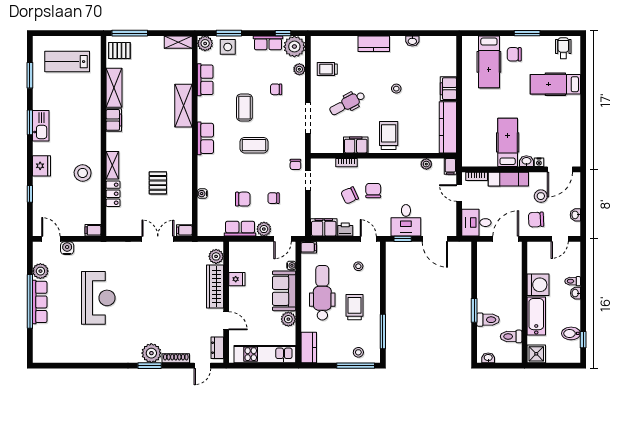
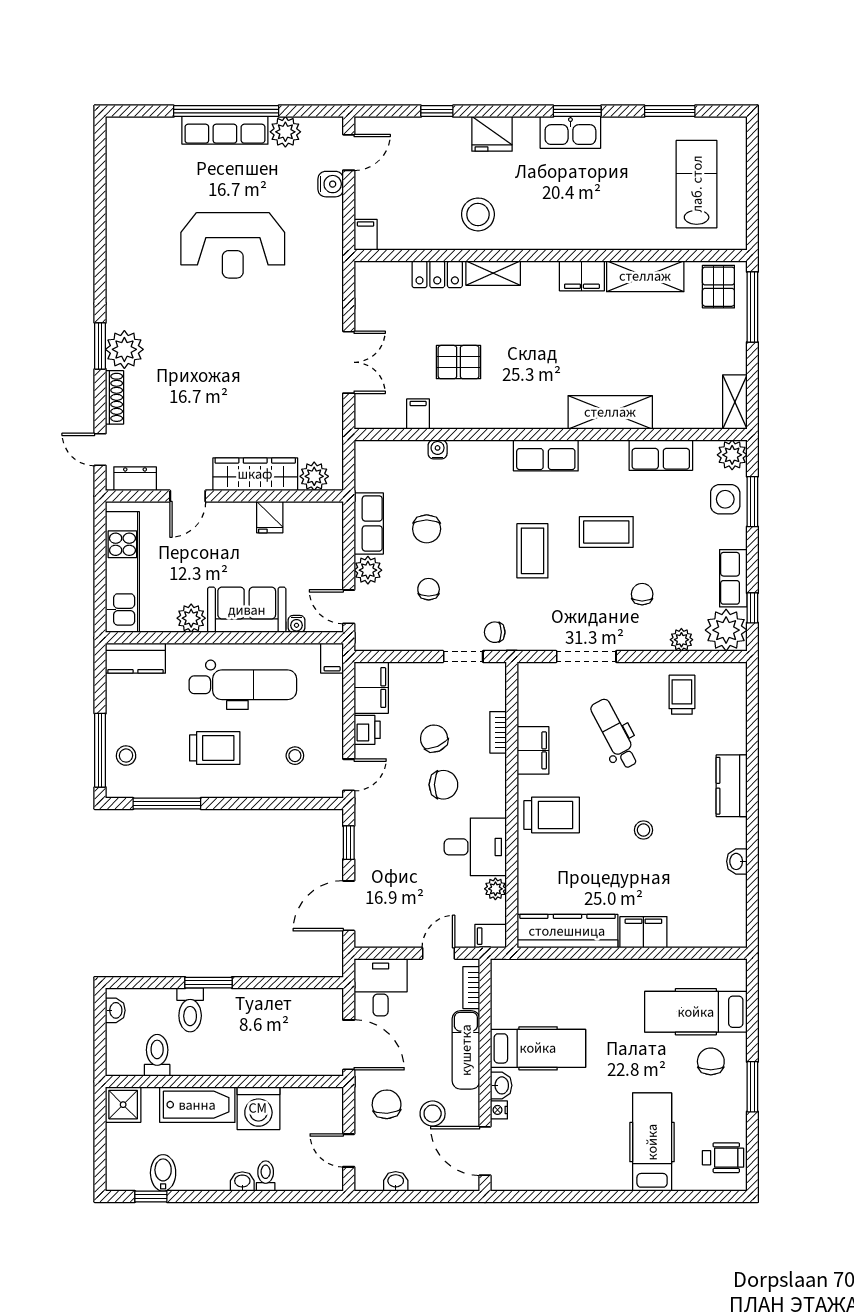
desk: (406, 220) -> (475, 847), moved, turned 180
filing cabinet: (184, 230) -> (418, 414), moved

